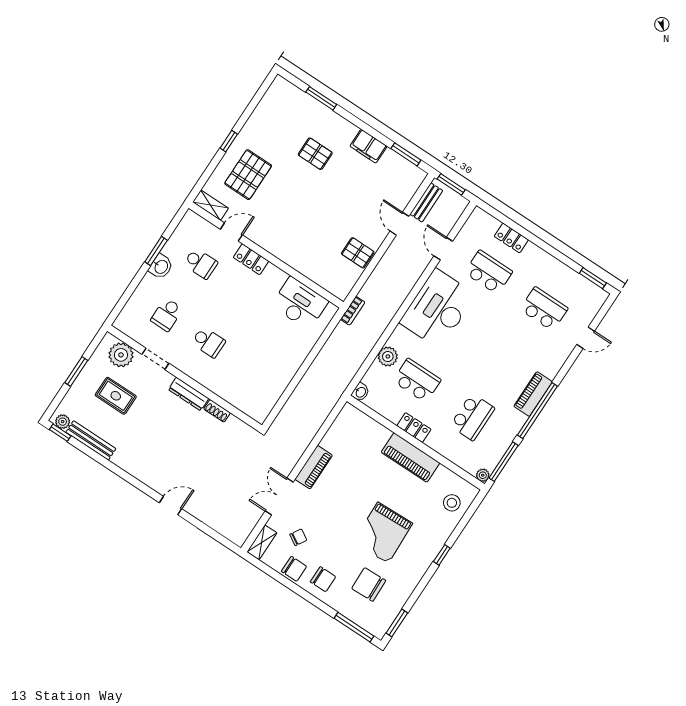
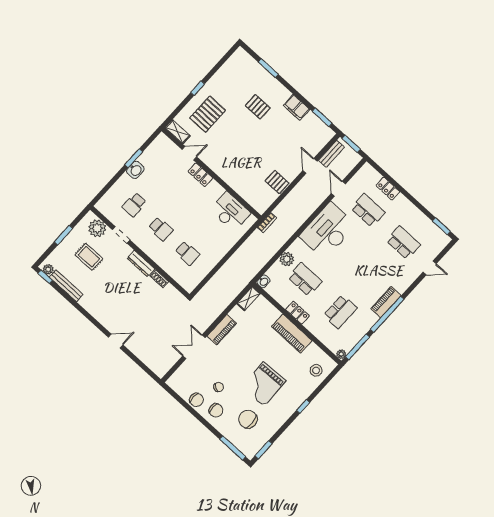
school desk: (201, 263) -> (187, 253), moved
chair: (298, 537) -> (219, 387), moved
shelving: (262, 542) -> (249, 298), moved

